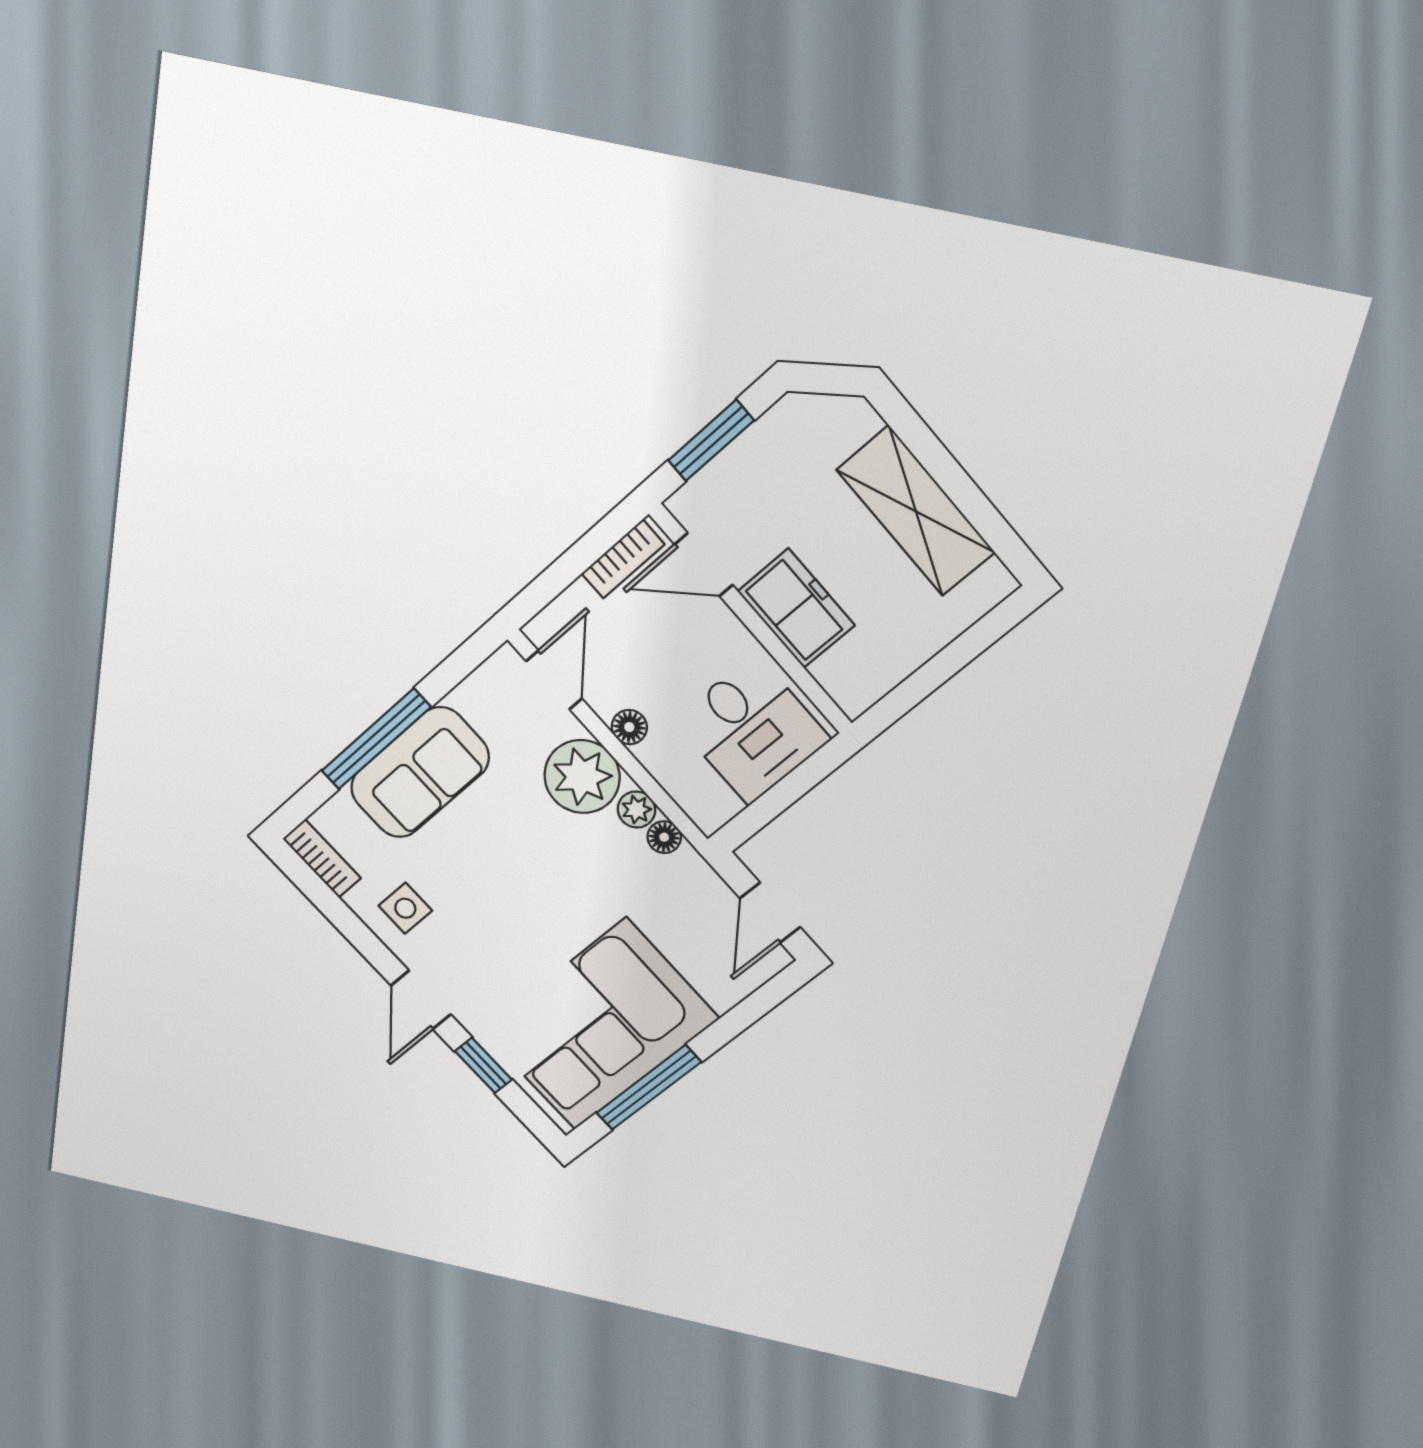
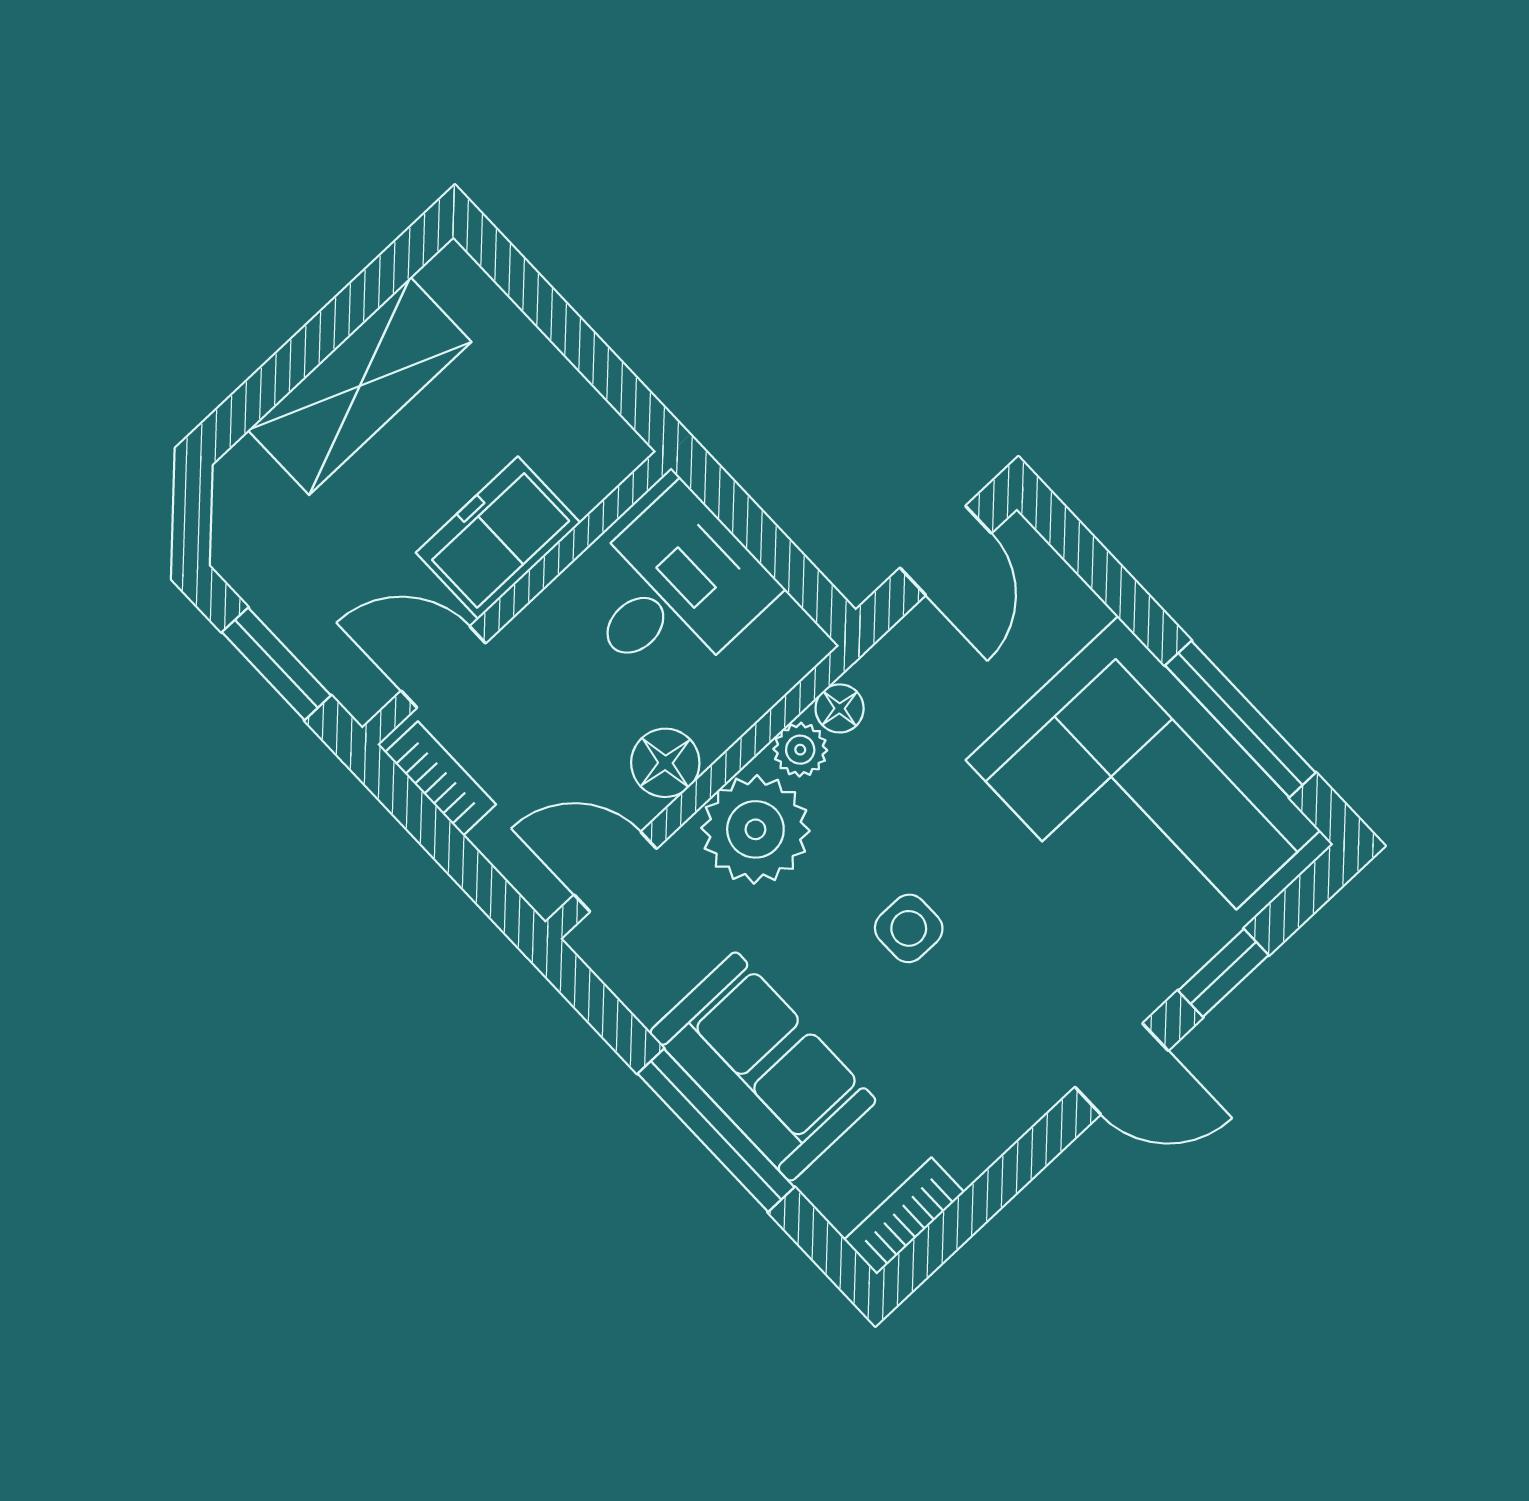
door: (704, 565) -> (443, 667), swing flipped
floor lamp: (629, 727) -> (665, 763), width x1.37, depth x1.37
side table: (405, 908) -> (909, 928), moved
door: (770, 913) -> (946, 551), hinge flipped

